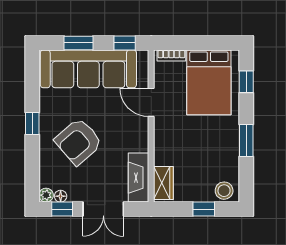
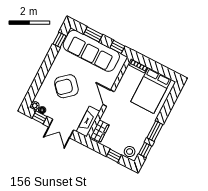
window: (246, 82) -> (145, 150), moved
door: (151, 102) -> (109, 98), moved
window: (32, 124) -> (59, 40), moved

